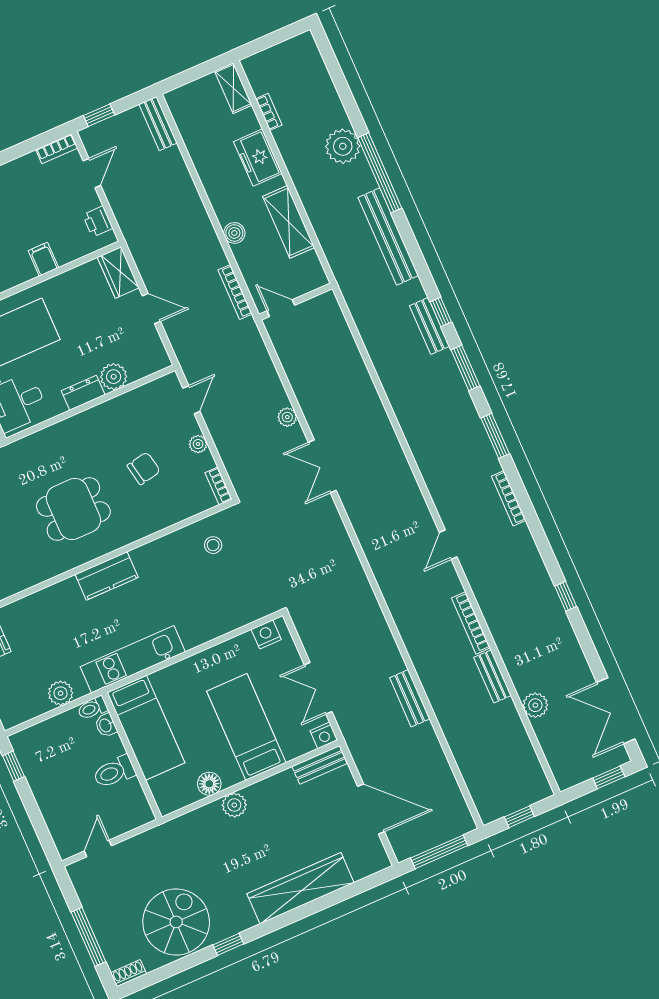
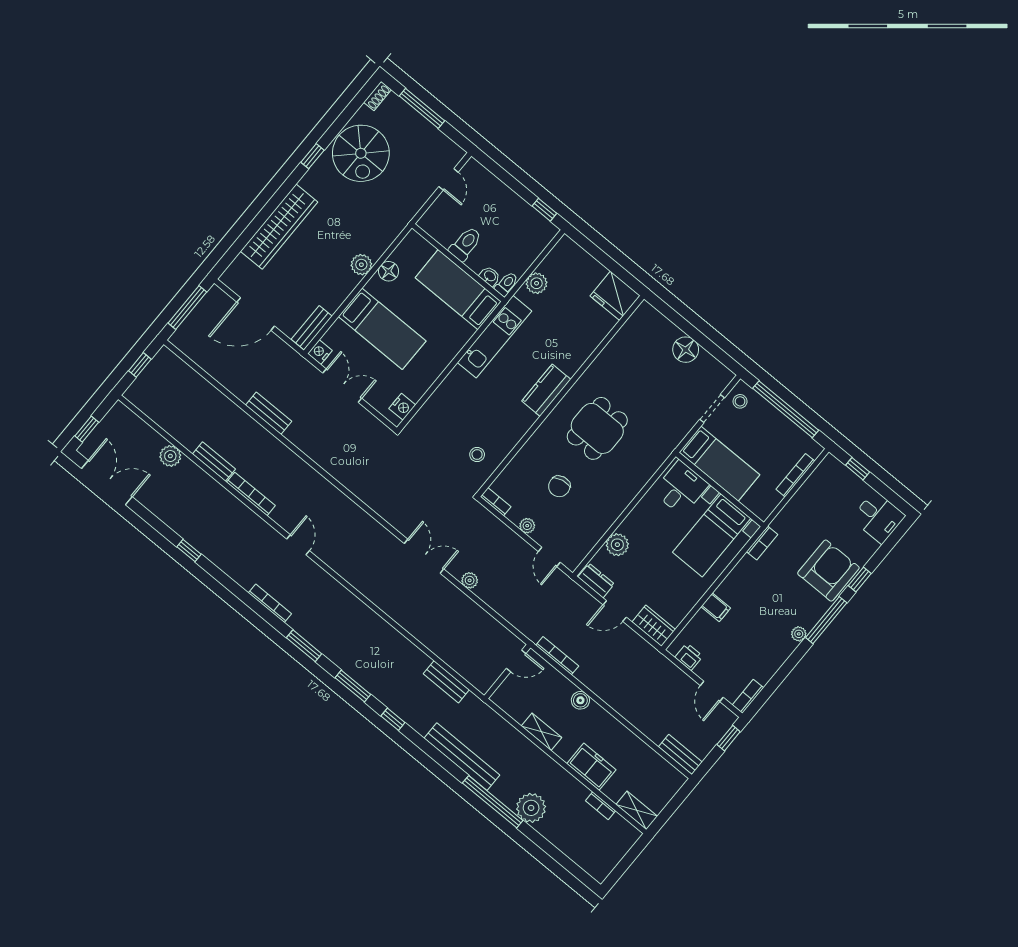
shelving: (289, 222) -> (541, 732), width x0.67, depth x0.75
bench: (429, 326) -> (446, 682), moved
dresser: (83, 393) -> (596, 581), moved, turned -90

